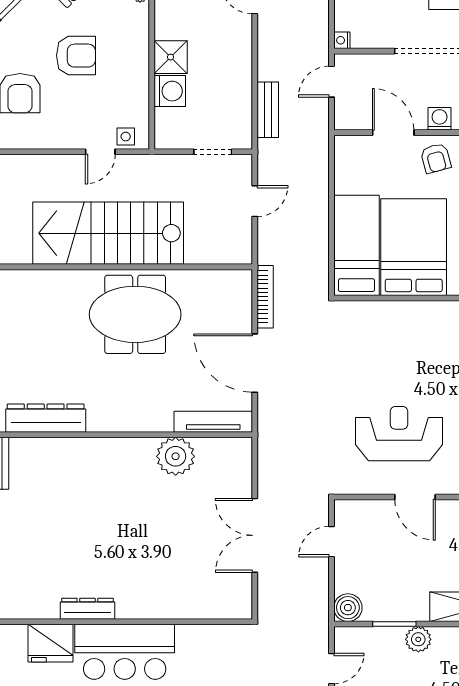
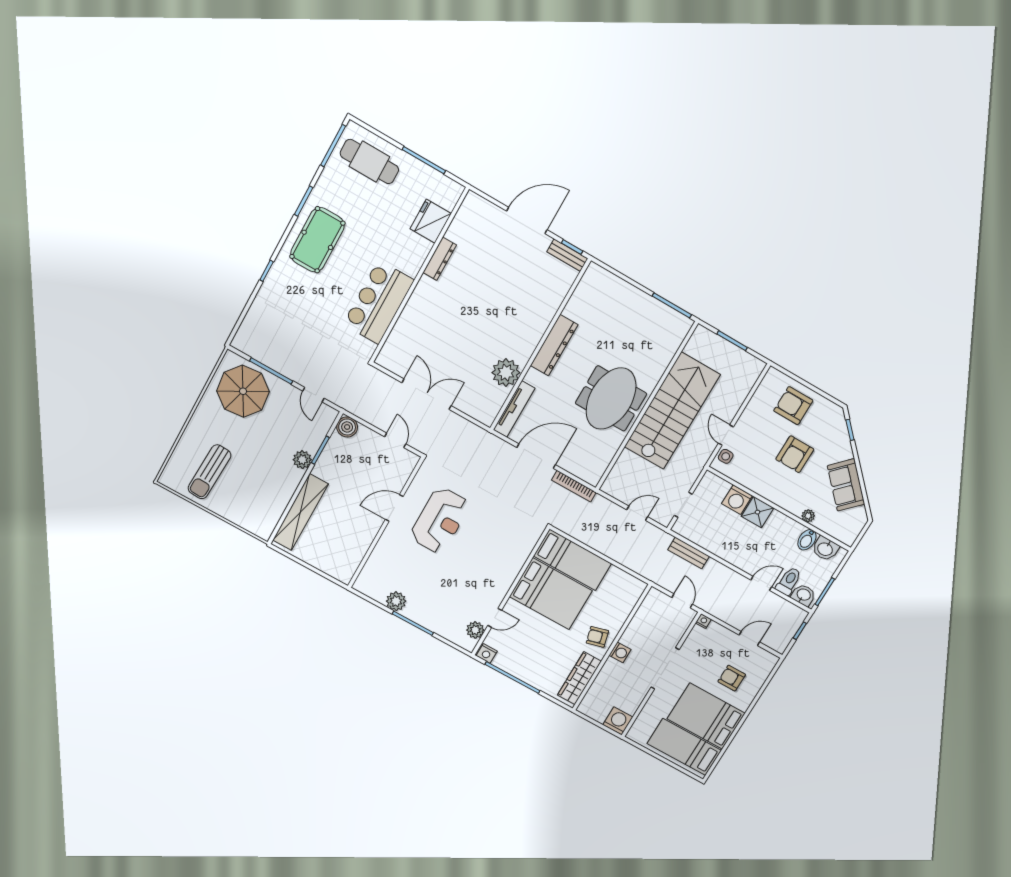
door: (393, 133) -> (628, 620), removed
door: (255, 201) -> (637, 513), swing flipped
dresser: (46, 418) -> (554, 345), moved
bar counter: (125, 652) -> (378, 302), moved

